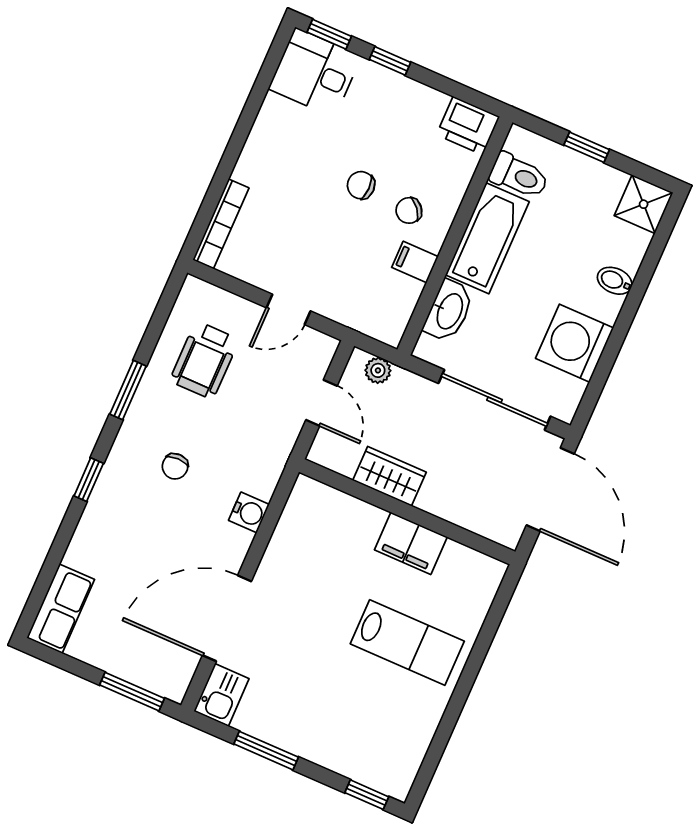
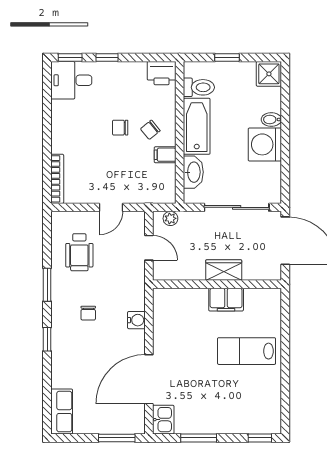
washing machine: (575, 343) -> (265, 144), moved
wardrobe: (389, 476) -> (224, 270), moved
lab bench: (407, 643) -> (247, 351), turned 180

